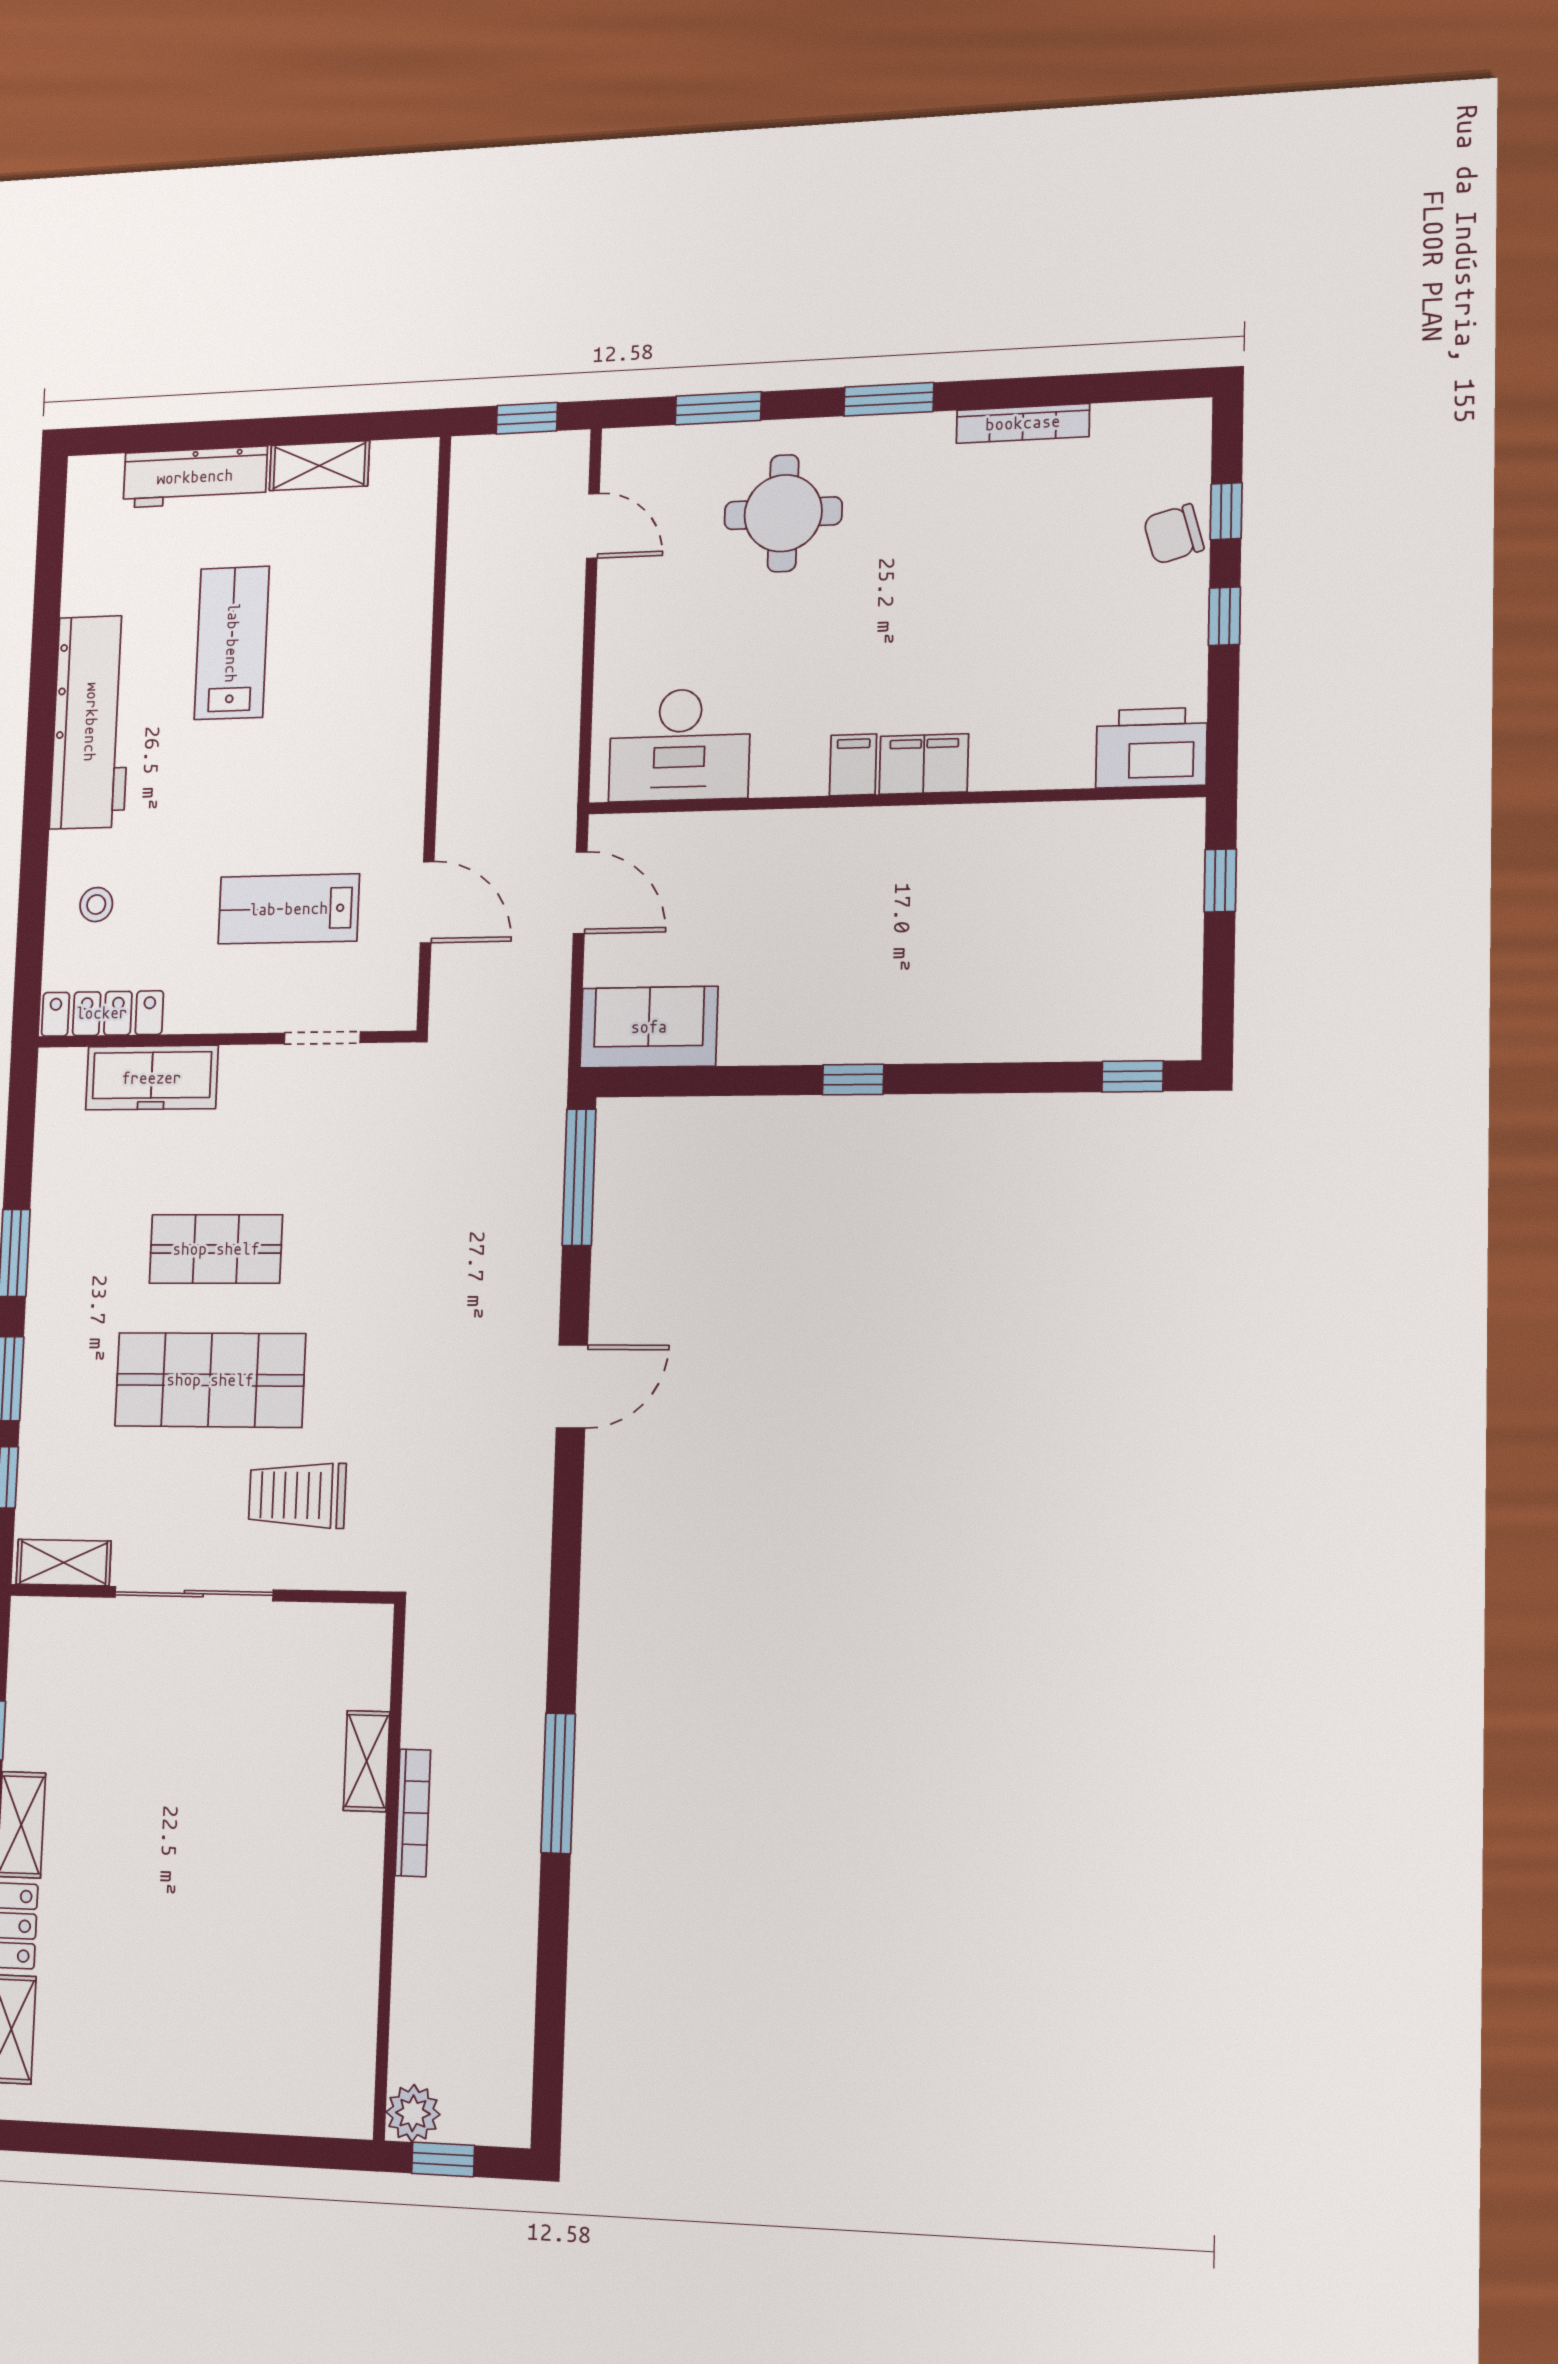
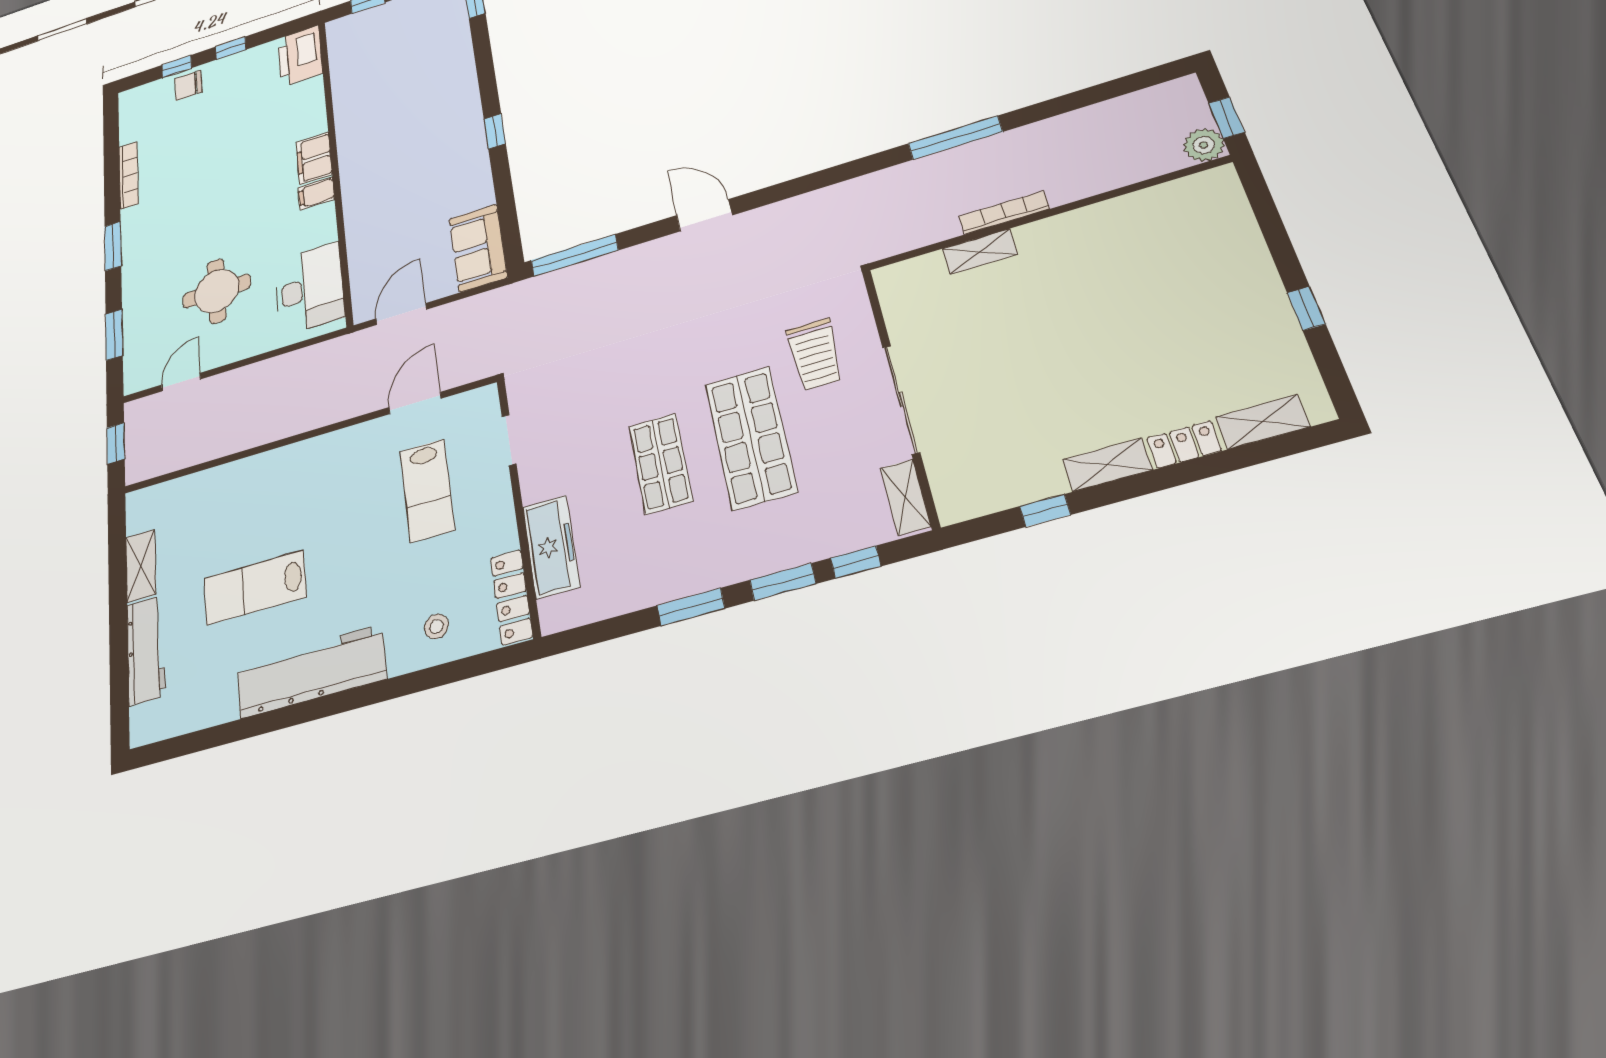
round table: (783, 513) -> (217, 291), moved
chair: (1174, 534) -> (188, 85), turned 106
window: (136, 2142) -> (1306, 308), added

